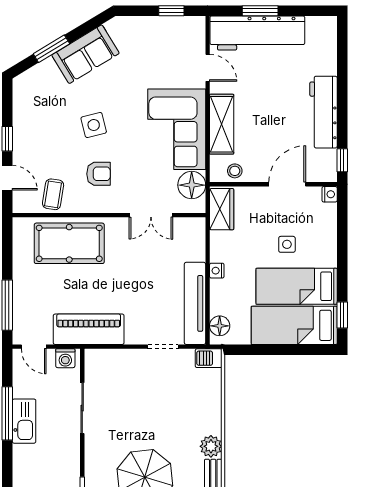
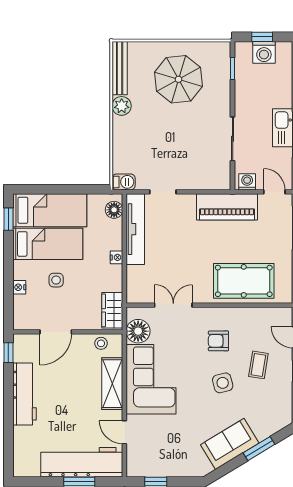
coffee table: (53, 194) -> (258, 365), moved
nightstand: (330, 194) -> (19, 287), moved

